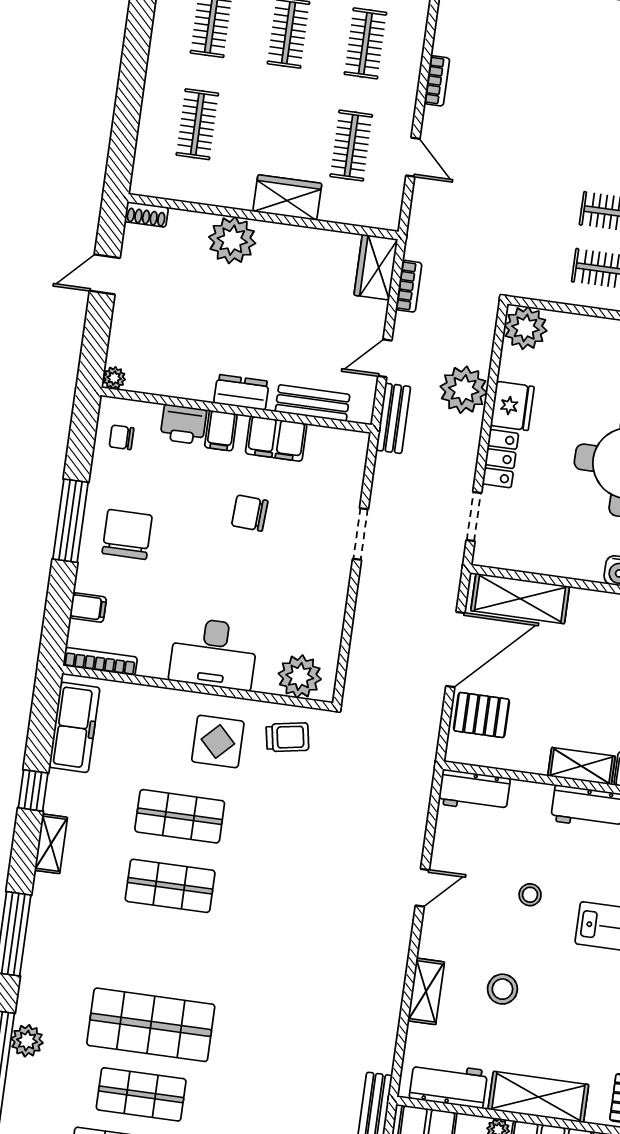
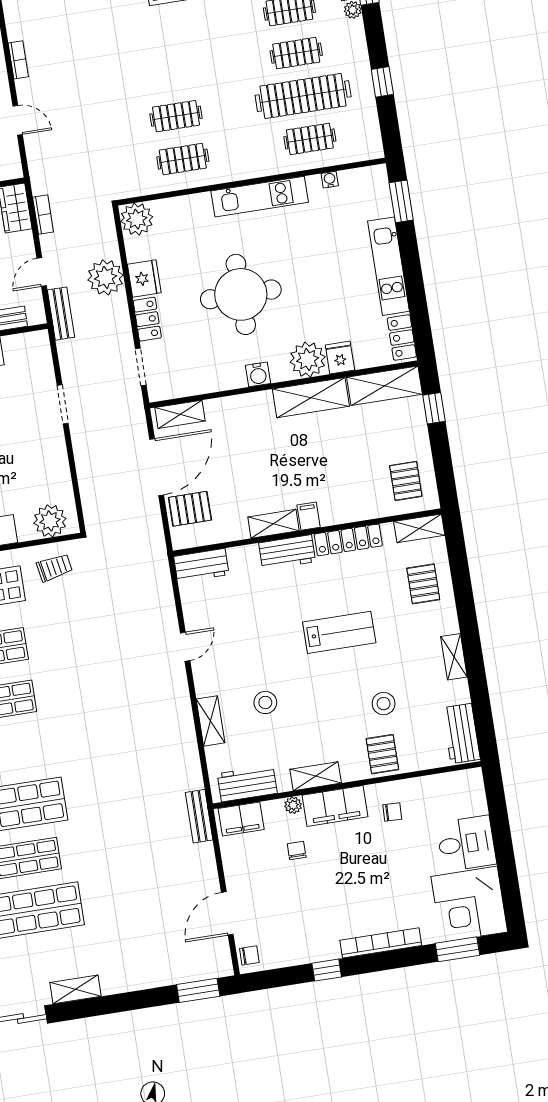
shelving: (520, 599) -> (180, 414), width x0.67, depth x0.75
stool: (530, 895) -> (265, 628), removed
shelving: (538, 1097) -> (316, 776), width x0.67, depth x0.75

